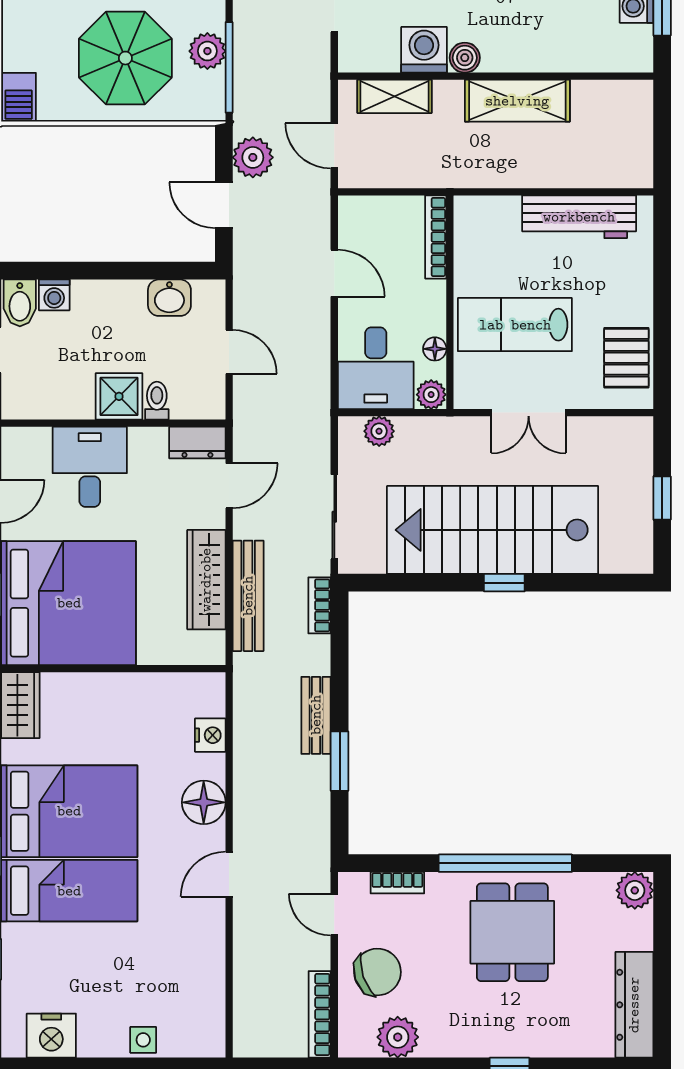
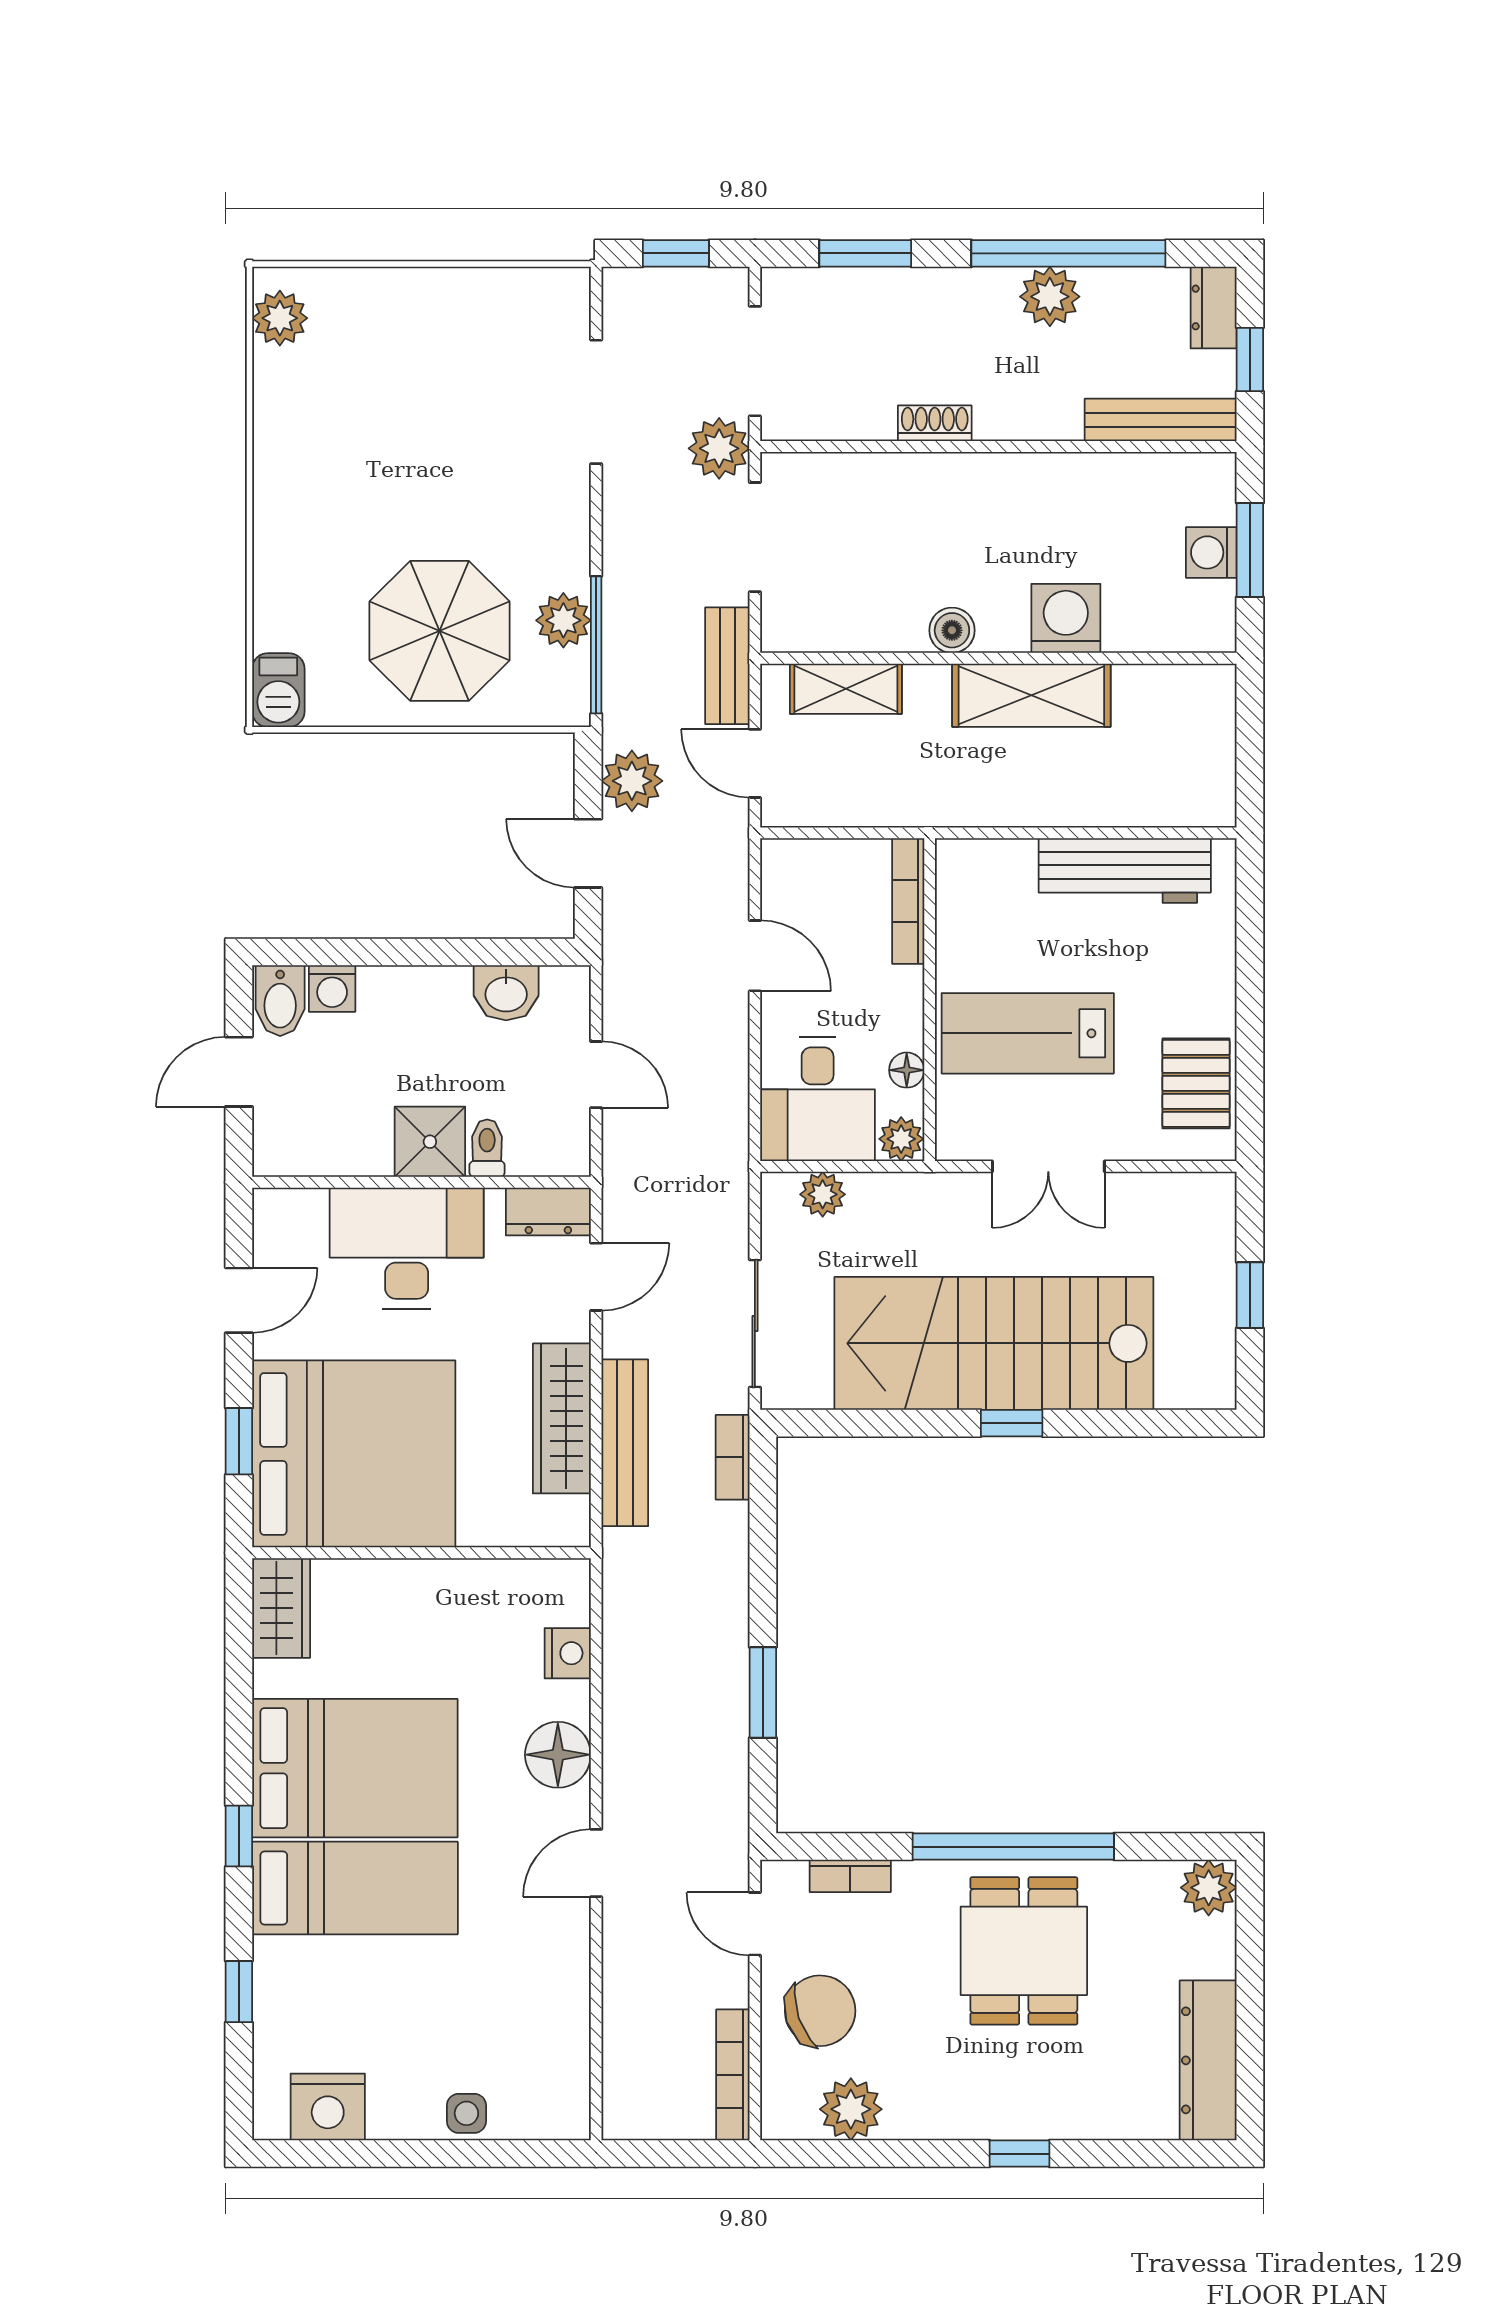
washing machine: (424, 50) -> (1066, 618), moved
desk: (90, 467) -> (407, 1248), width x1.37
bench: (316, 715) -> (727, 666), moved

